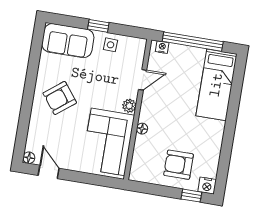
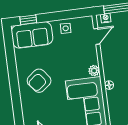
window: (98, 26) -> (28, 20), moved
door: (143, 80) -> (97, 36), moved

